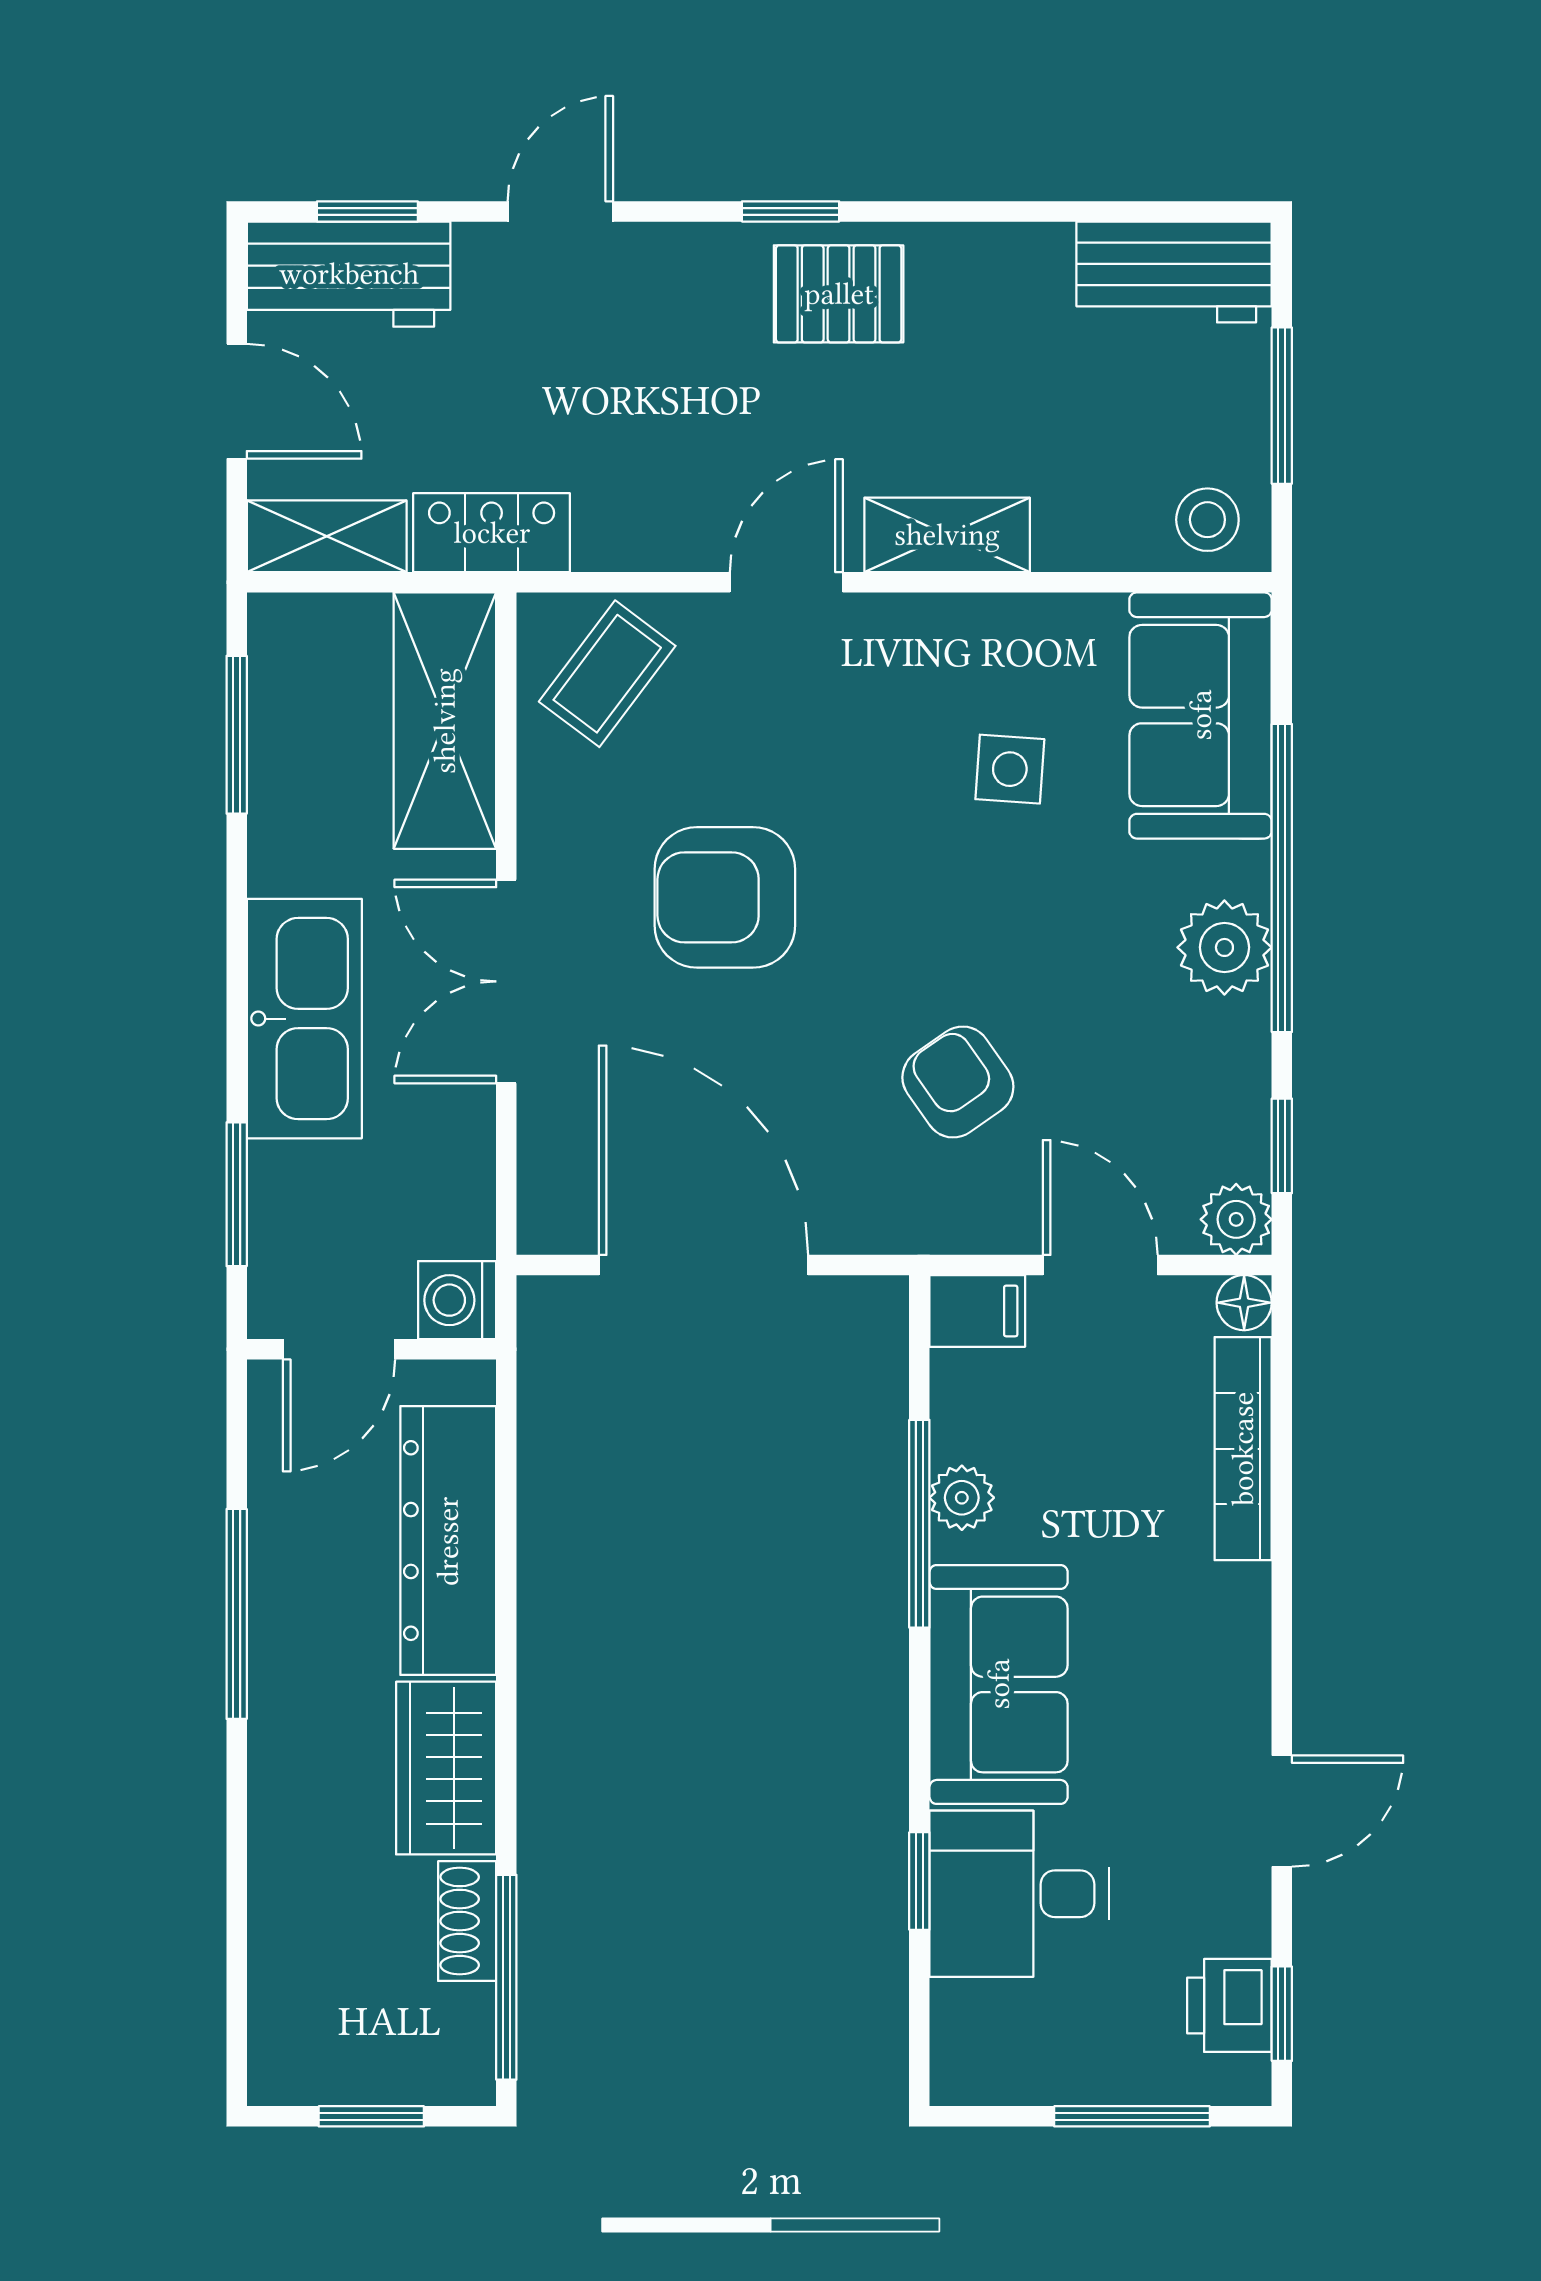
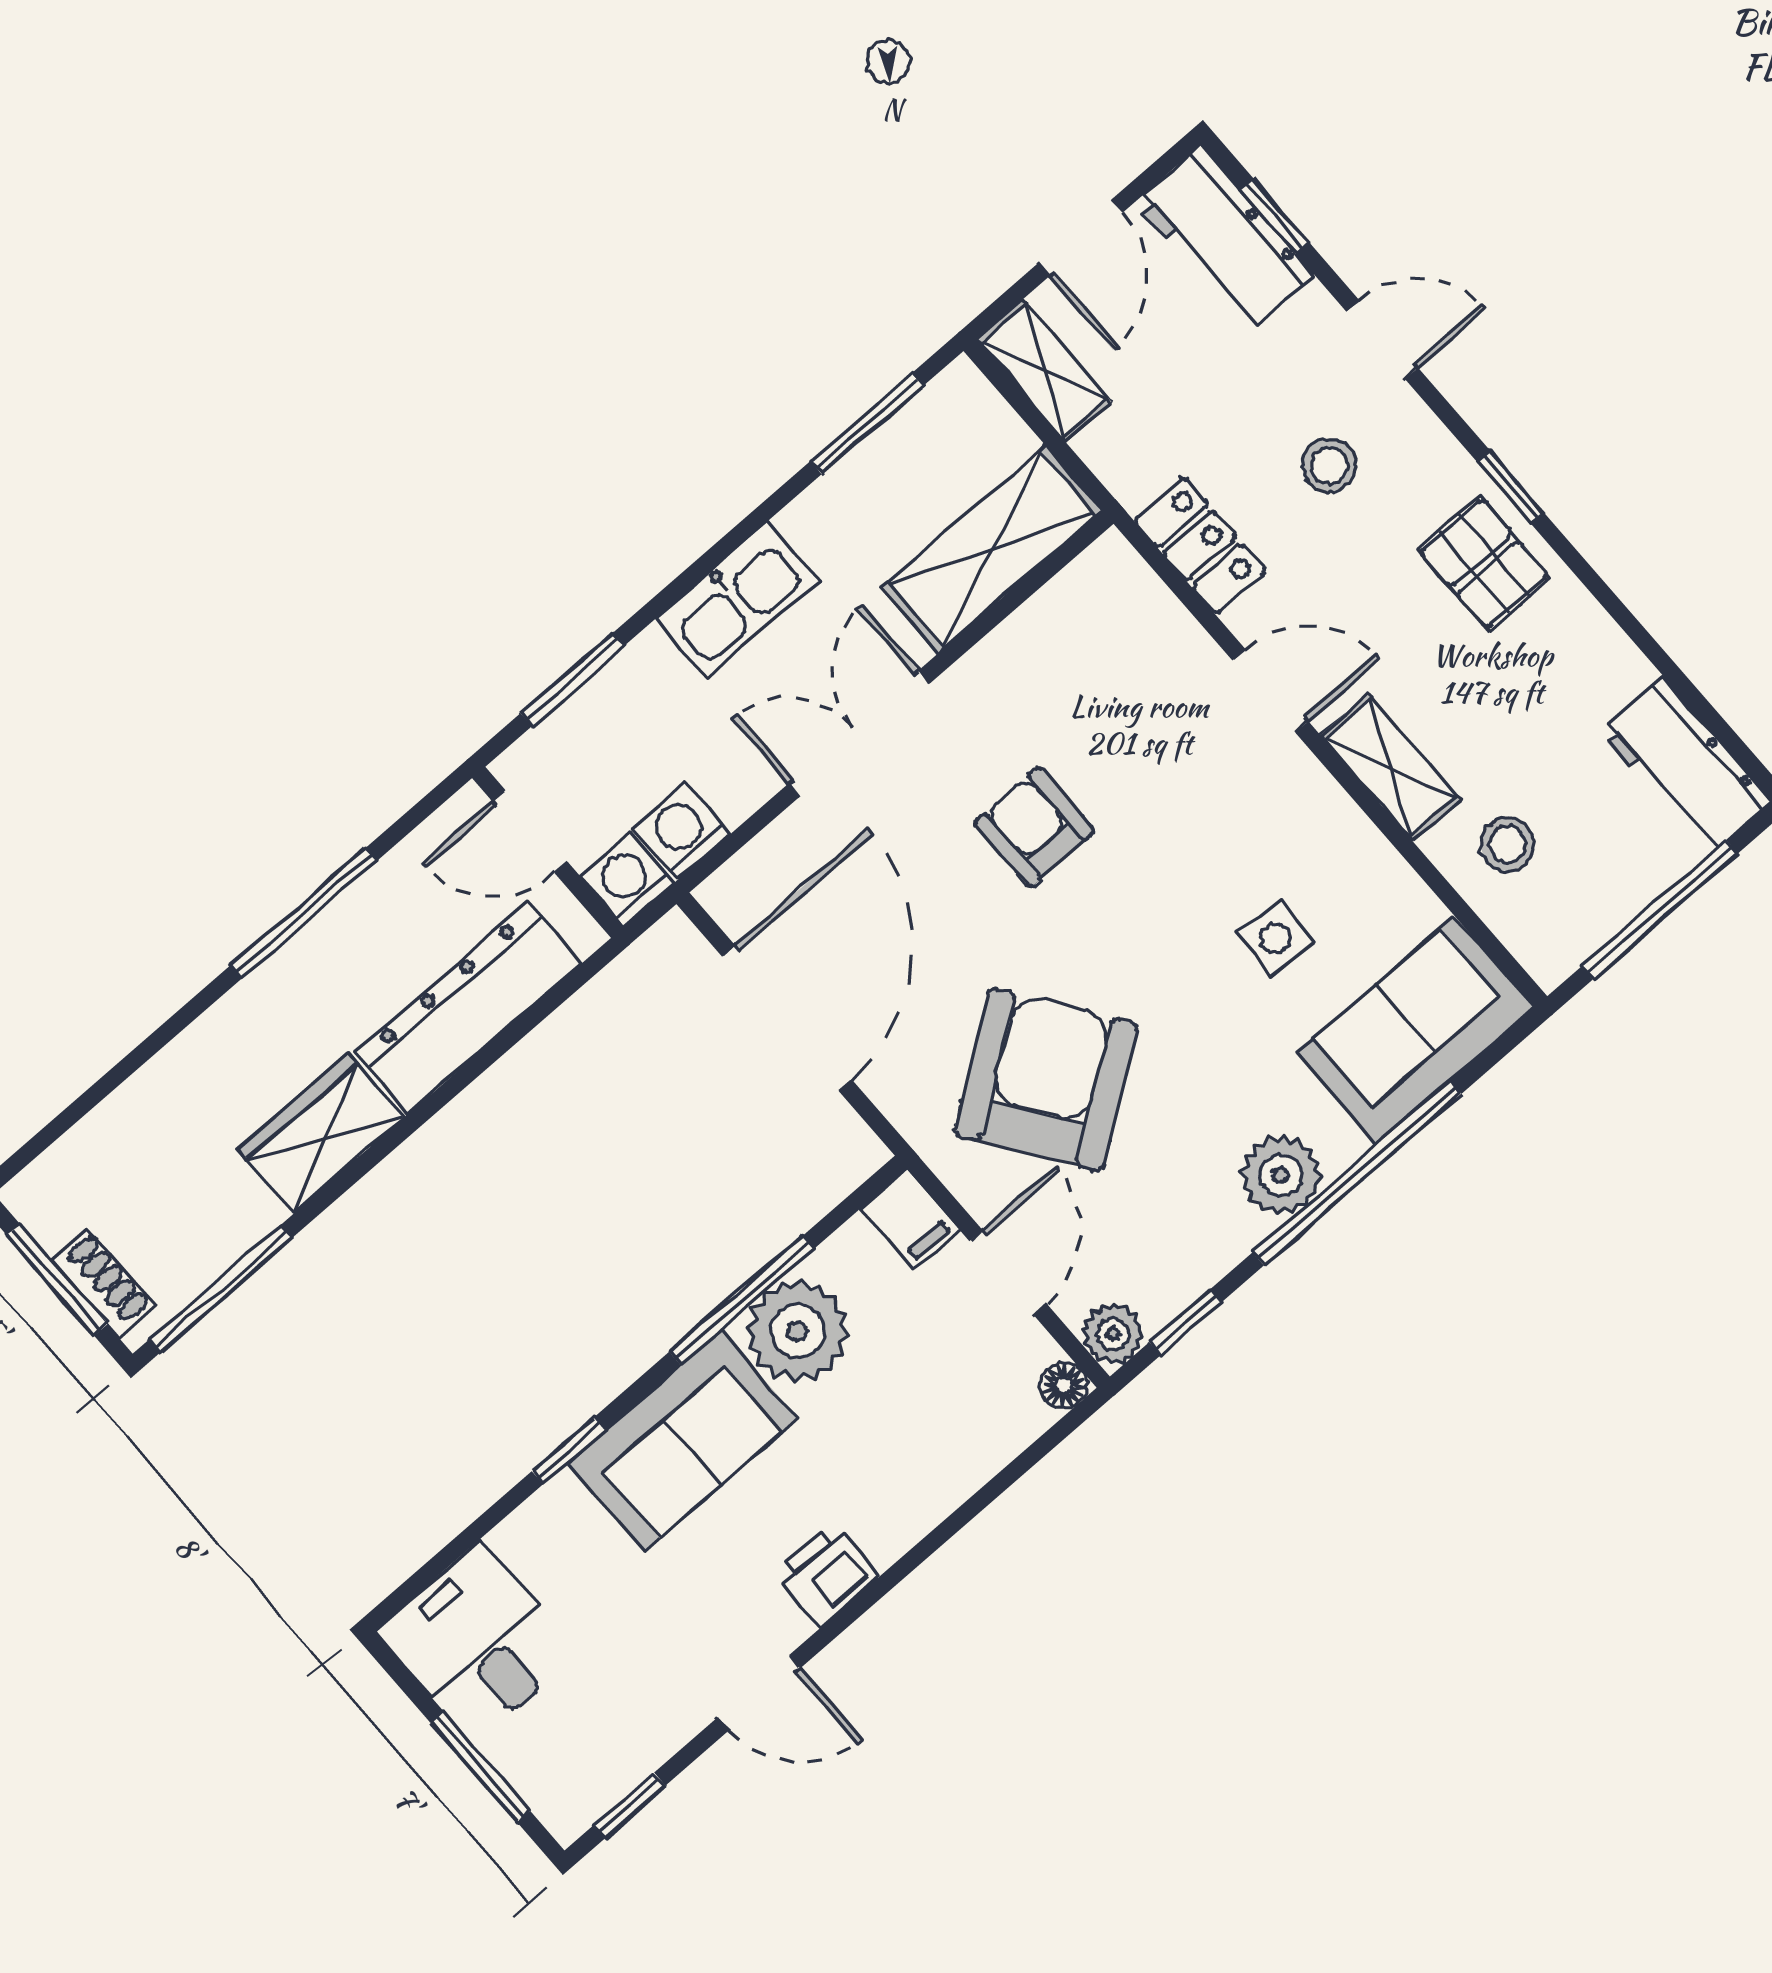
stool: (631, 356) -> (1329, 465), added
window: (1282, 406) -> (1660, 910), width x1.44
stool: (1207, 520) -> (1508, 844), moved
locker: (492, 533) -> (1200, 546), moved
coffee table: (607, 674) -> (1112, 627), removed
armchair: (725, 897) -> (1034, 827), width x0.72, depth x0.72
kitchen sink: (304, 1019) -> (737, 600), width x0.73, depth x0.81
armchair: (958, 1082) -> (1046, 1079), width x1.88, depth x1.88
washing machine: (456, 1214) -> (682, 831), added
bookcase: (1243, 1449) -> (970, 1466), removed
plant: (962, 1498) -> (797, 1331), width x1.87, depth x1.87
window: (919, 1881) -> (569, 1450), moved
desk: (1019, 1894) -> (477, 1642), moved
shoe rack: (467, 1921) -> (103, 1282), moved, turned 90
printer: (1229, 2005) -> (827, 1575), moved
window: (371, 2116) -> (57, 1279), width x1.50

